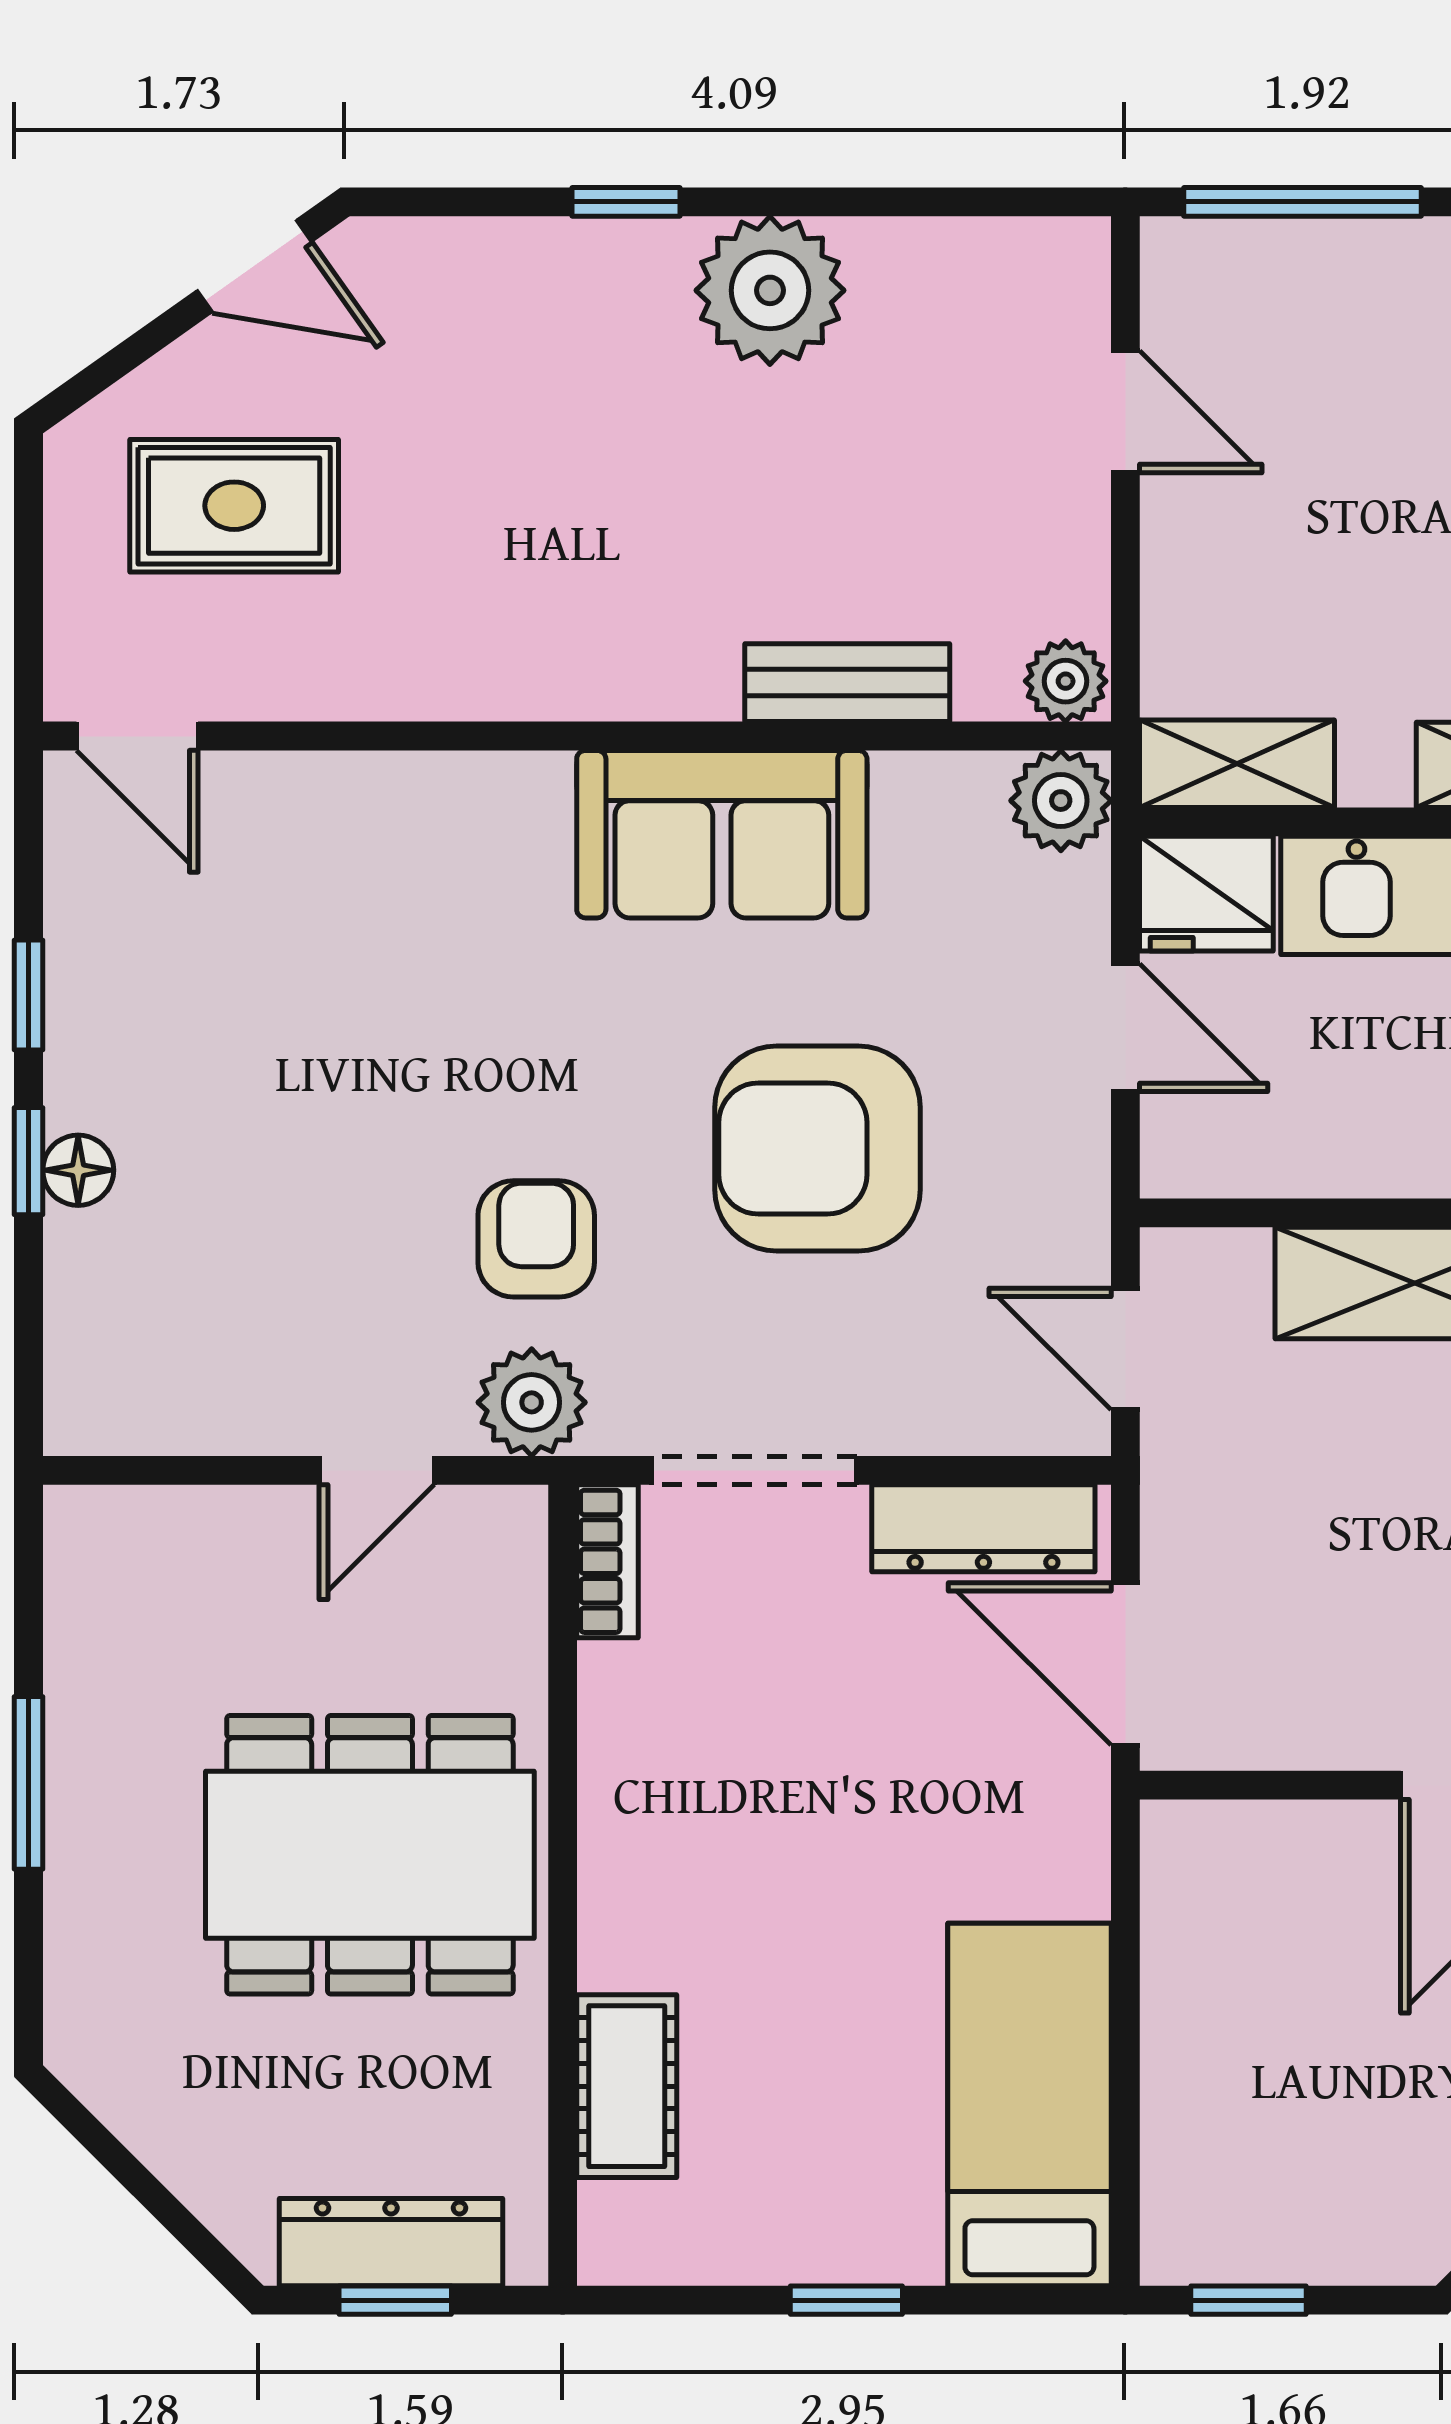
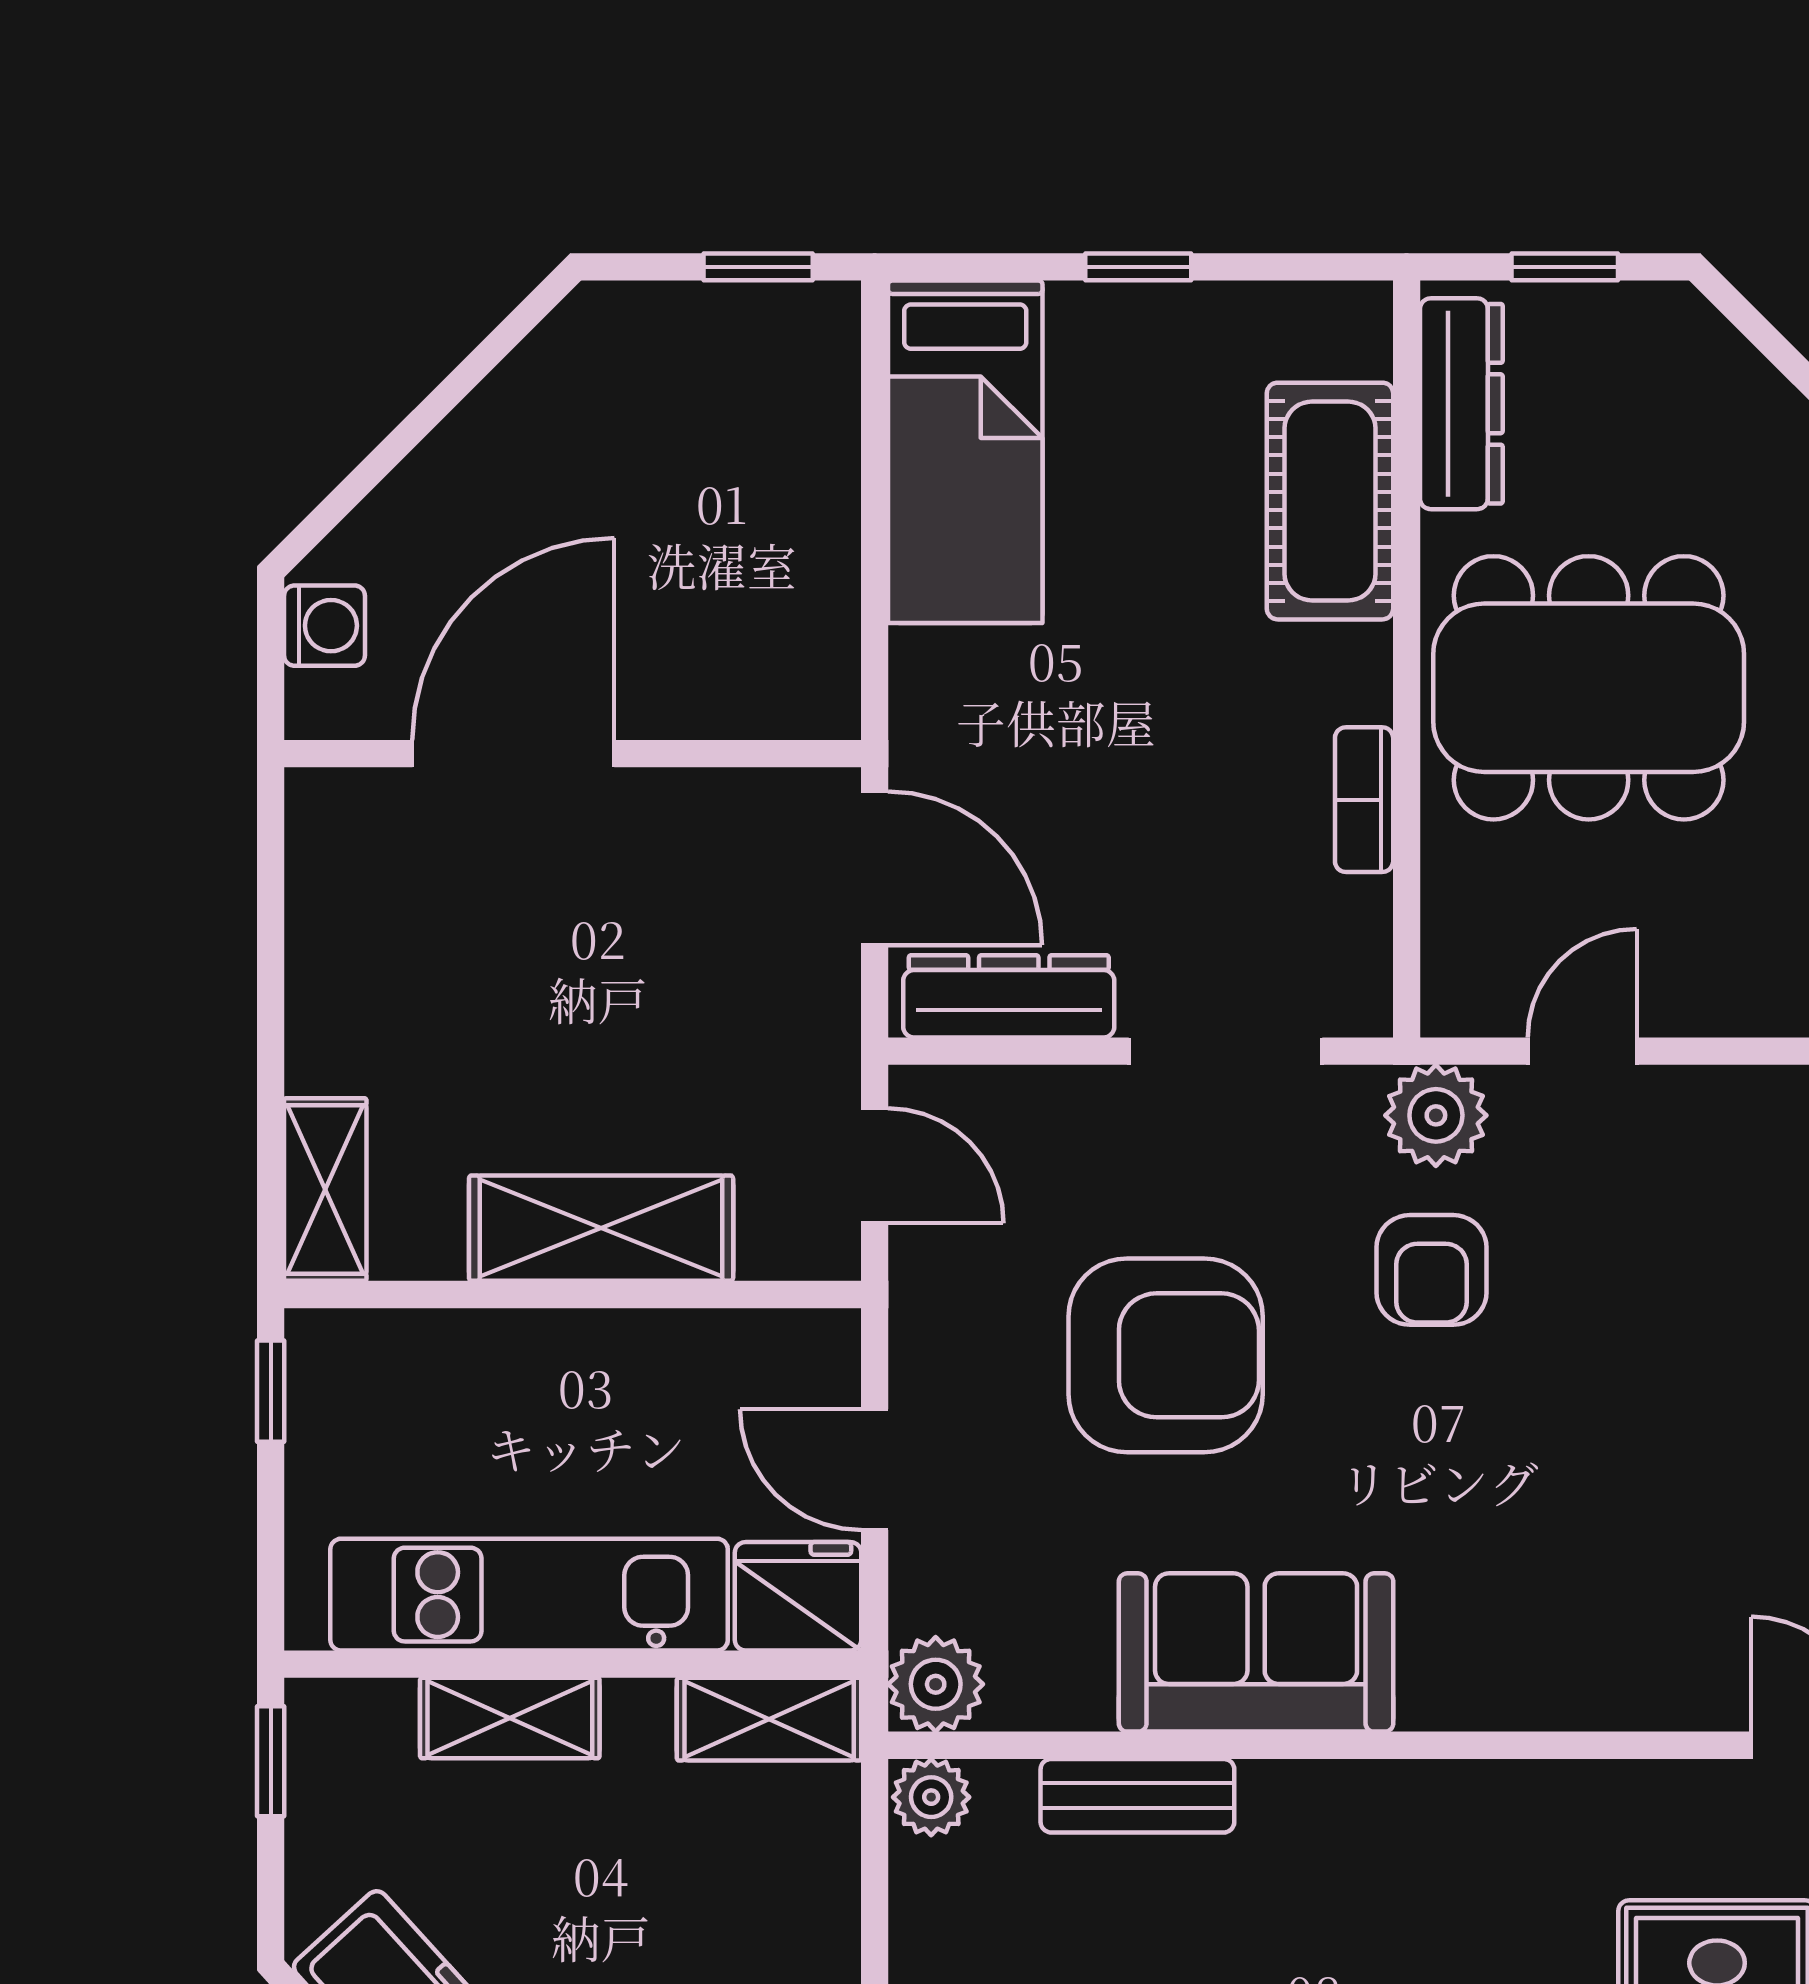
bookcase: (608, 1561) -> (1364, 800), moved
cot: (627, 2086) -> (1330, 501), width x1.37, depth x1.34
dresser: (391, 2242) -> (1461, 404), moved, turned -90

